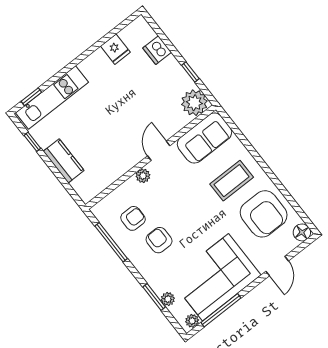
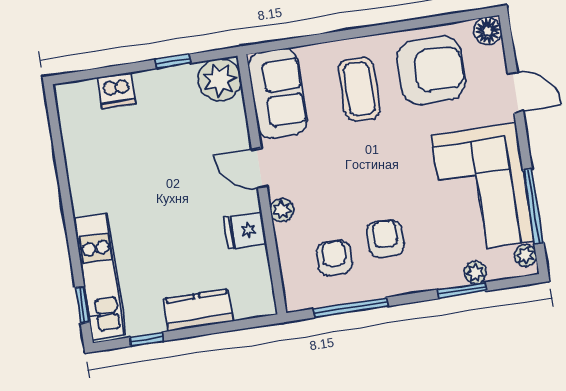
fridge: (115, 49) -> (245, 230), moved, turned 180
armchair: (159, 240) -> (385, 238), turned 90

